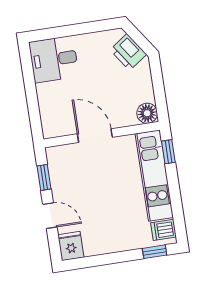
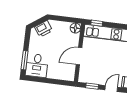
window: (57, 32) -> (24, 60), added

